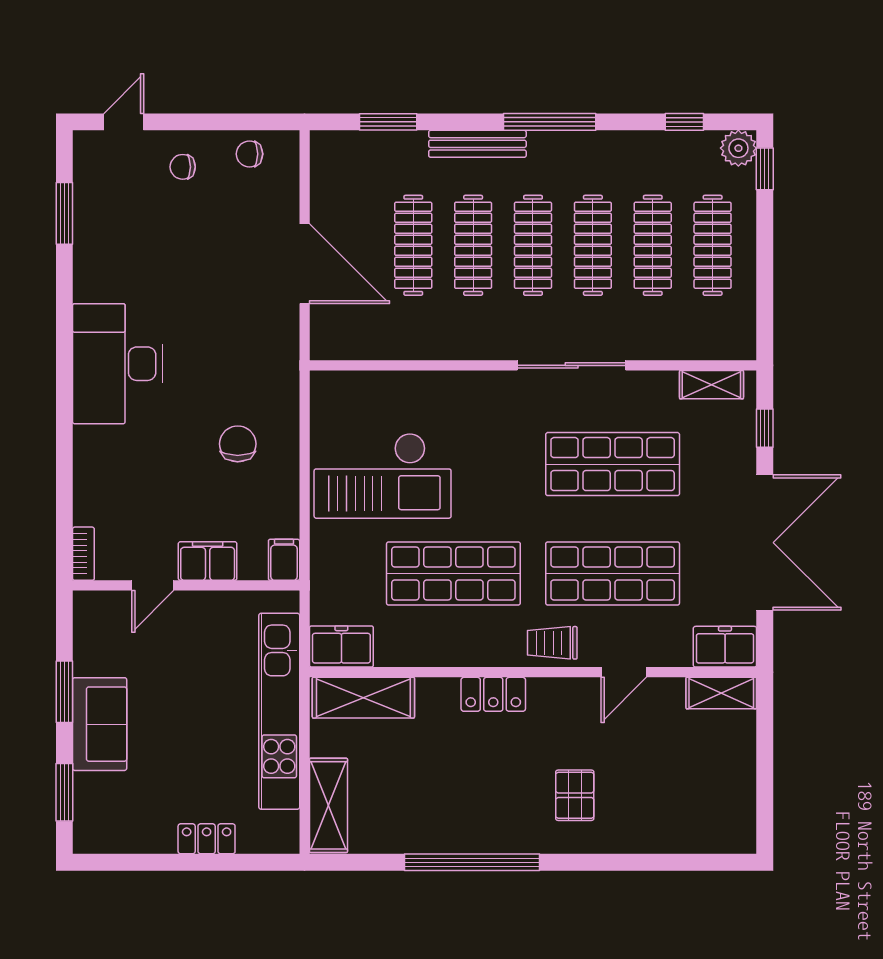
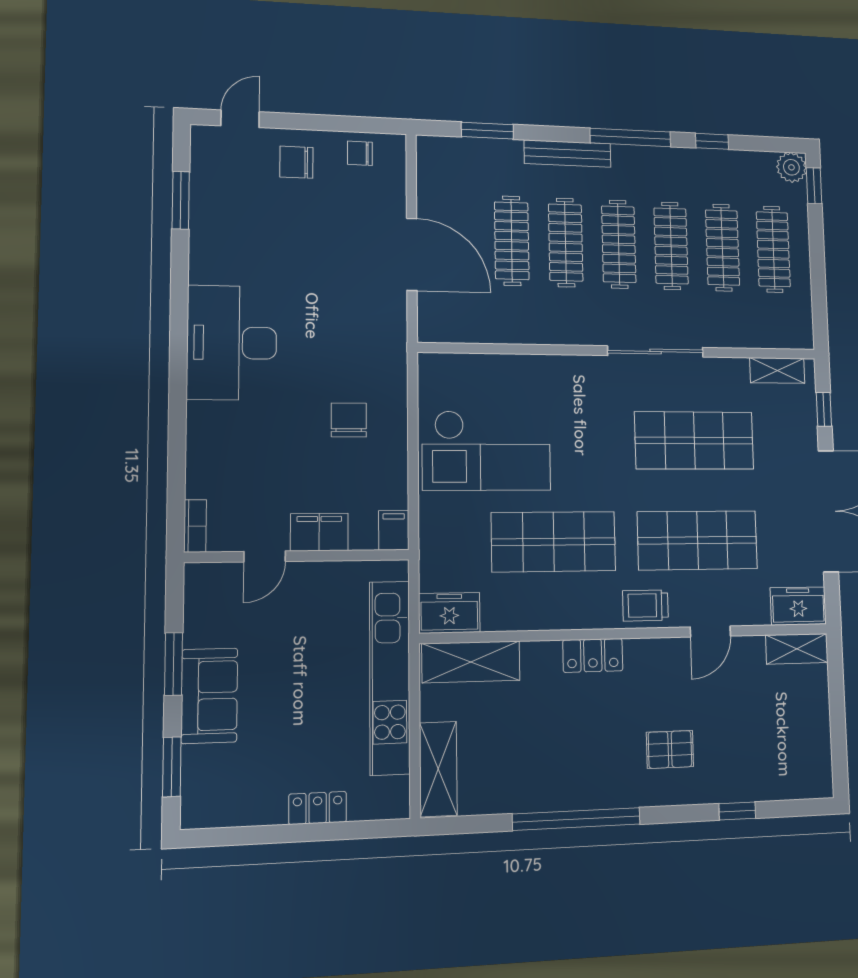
window: (684, 122) -> (712, 141), moved
chair: (183, 167) -> (296, 162), width x1.37, depth x1.37
pallet: (575, 795) -> (670, 749), turned 90
window: (647, 862) -> (737, 811), added

